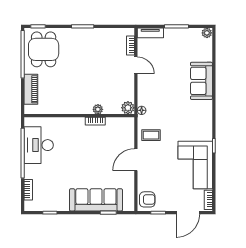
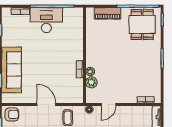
dining table: (44, 49) -> (142, 24), turned 90
door: (136, 65) -> (109, 105), moved
plant: (128, 108) -> (91, 82), moved
desk: (39, 145) -> (46, 20), moved
armchair: (147, 199) -> (12, 114), turned -90

